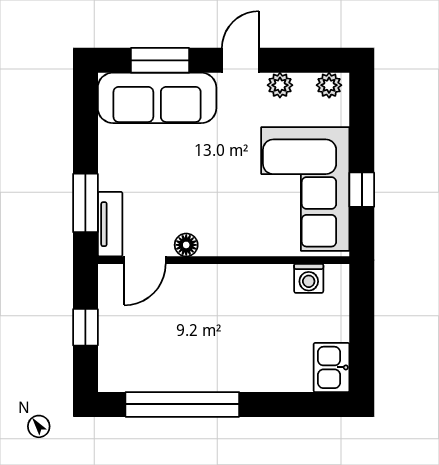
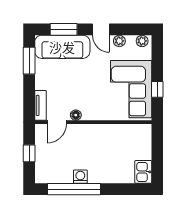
door: (240, 60) -> (101, 29), swing flipped
window: (85, 203) -> (29, 61), moved
washing machine: (309, 278) -> (80, 177), moved, turned 180

